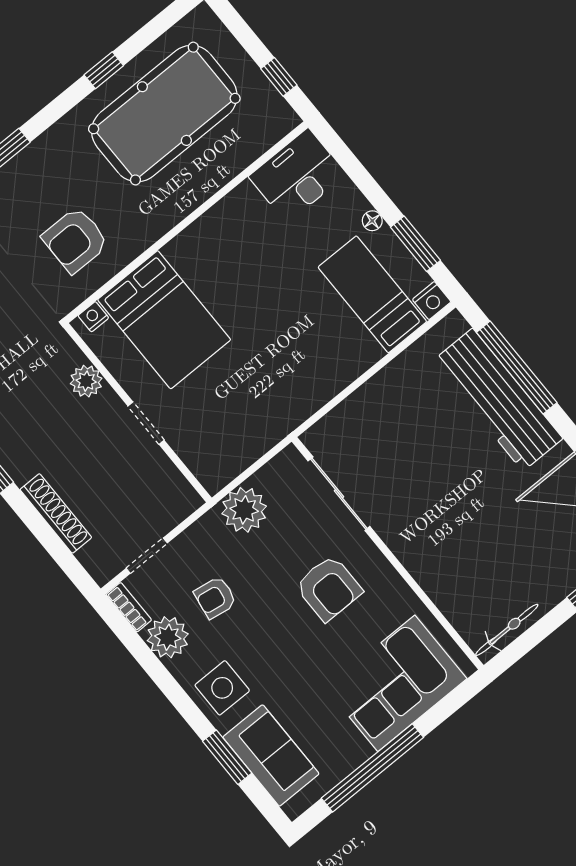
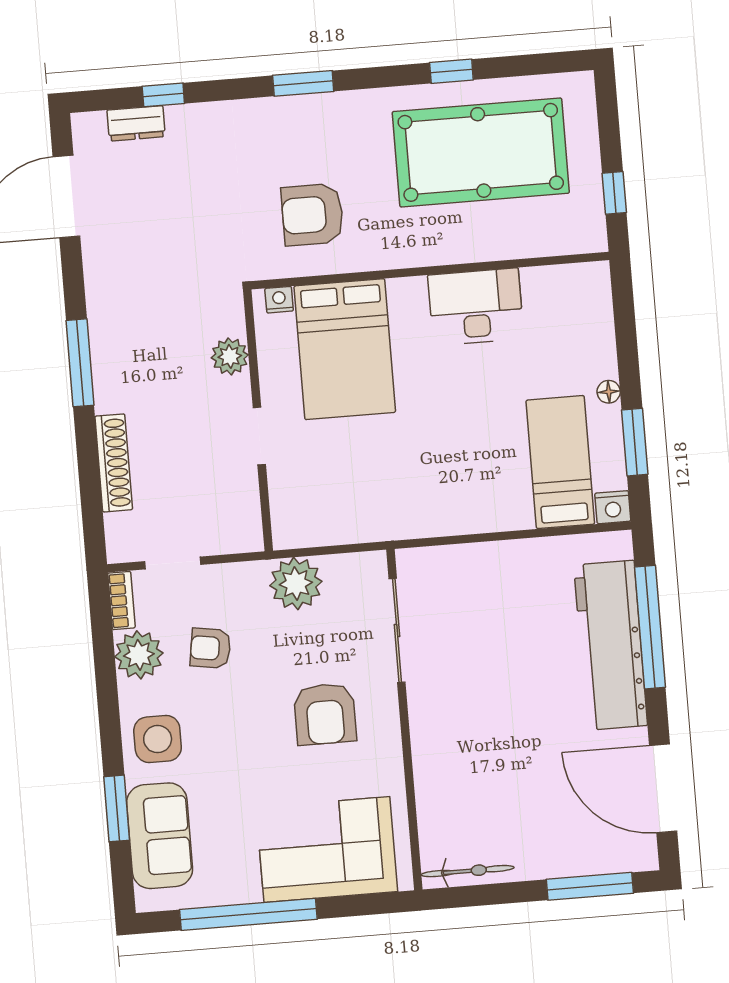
desk: (297, 175) -> (476, 307), moved

